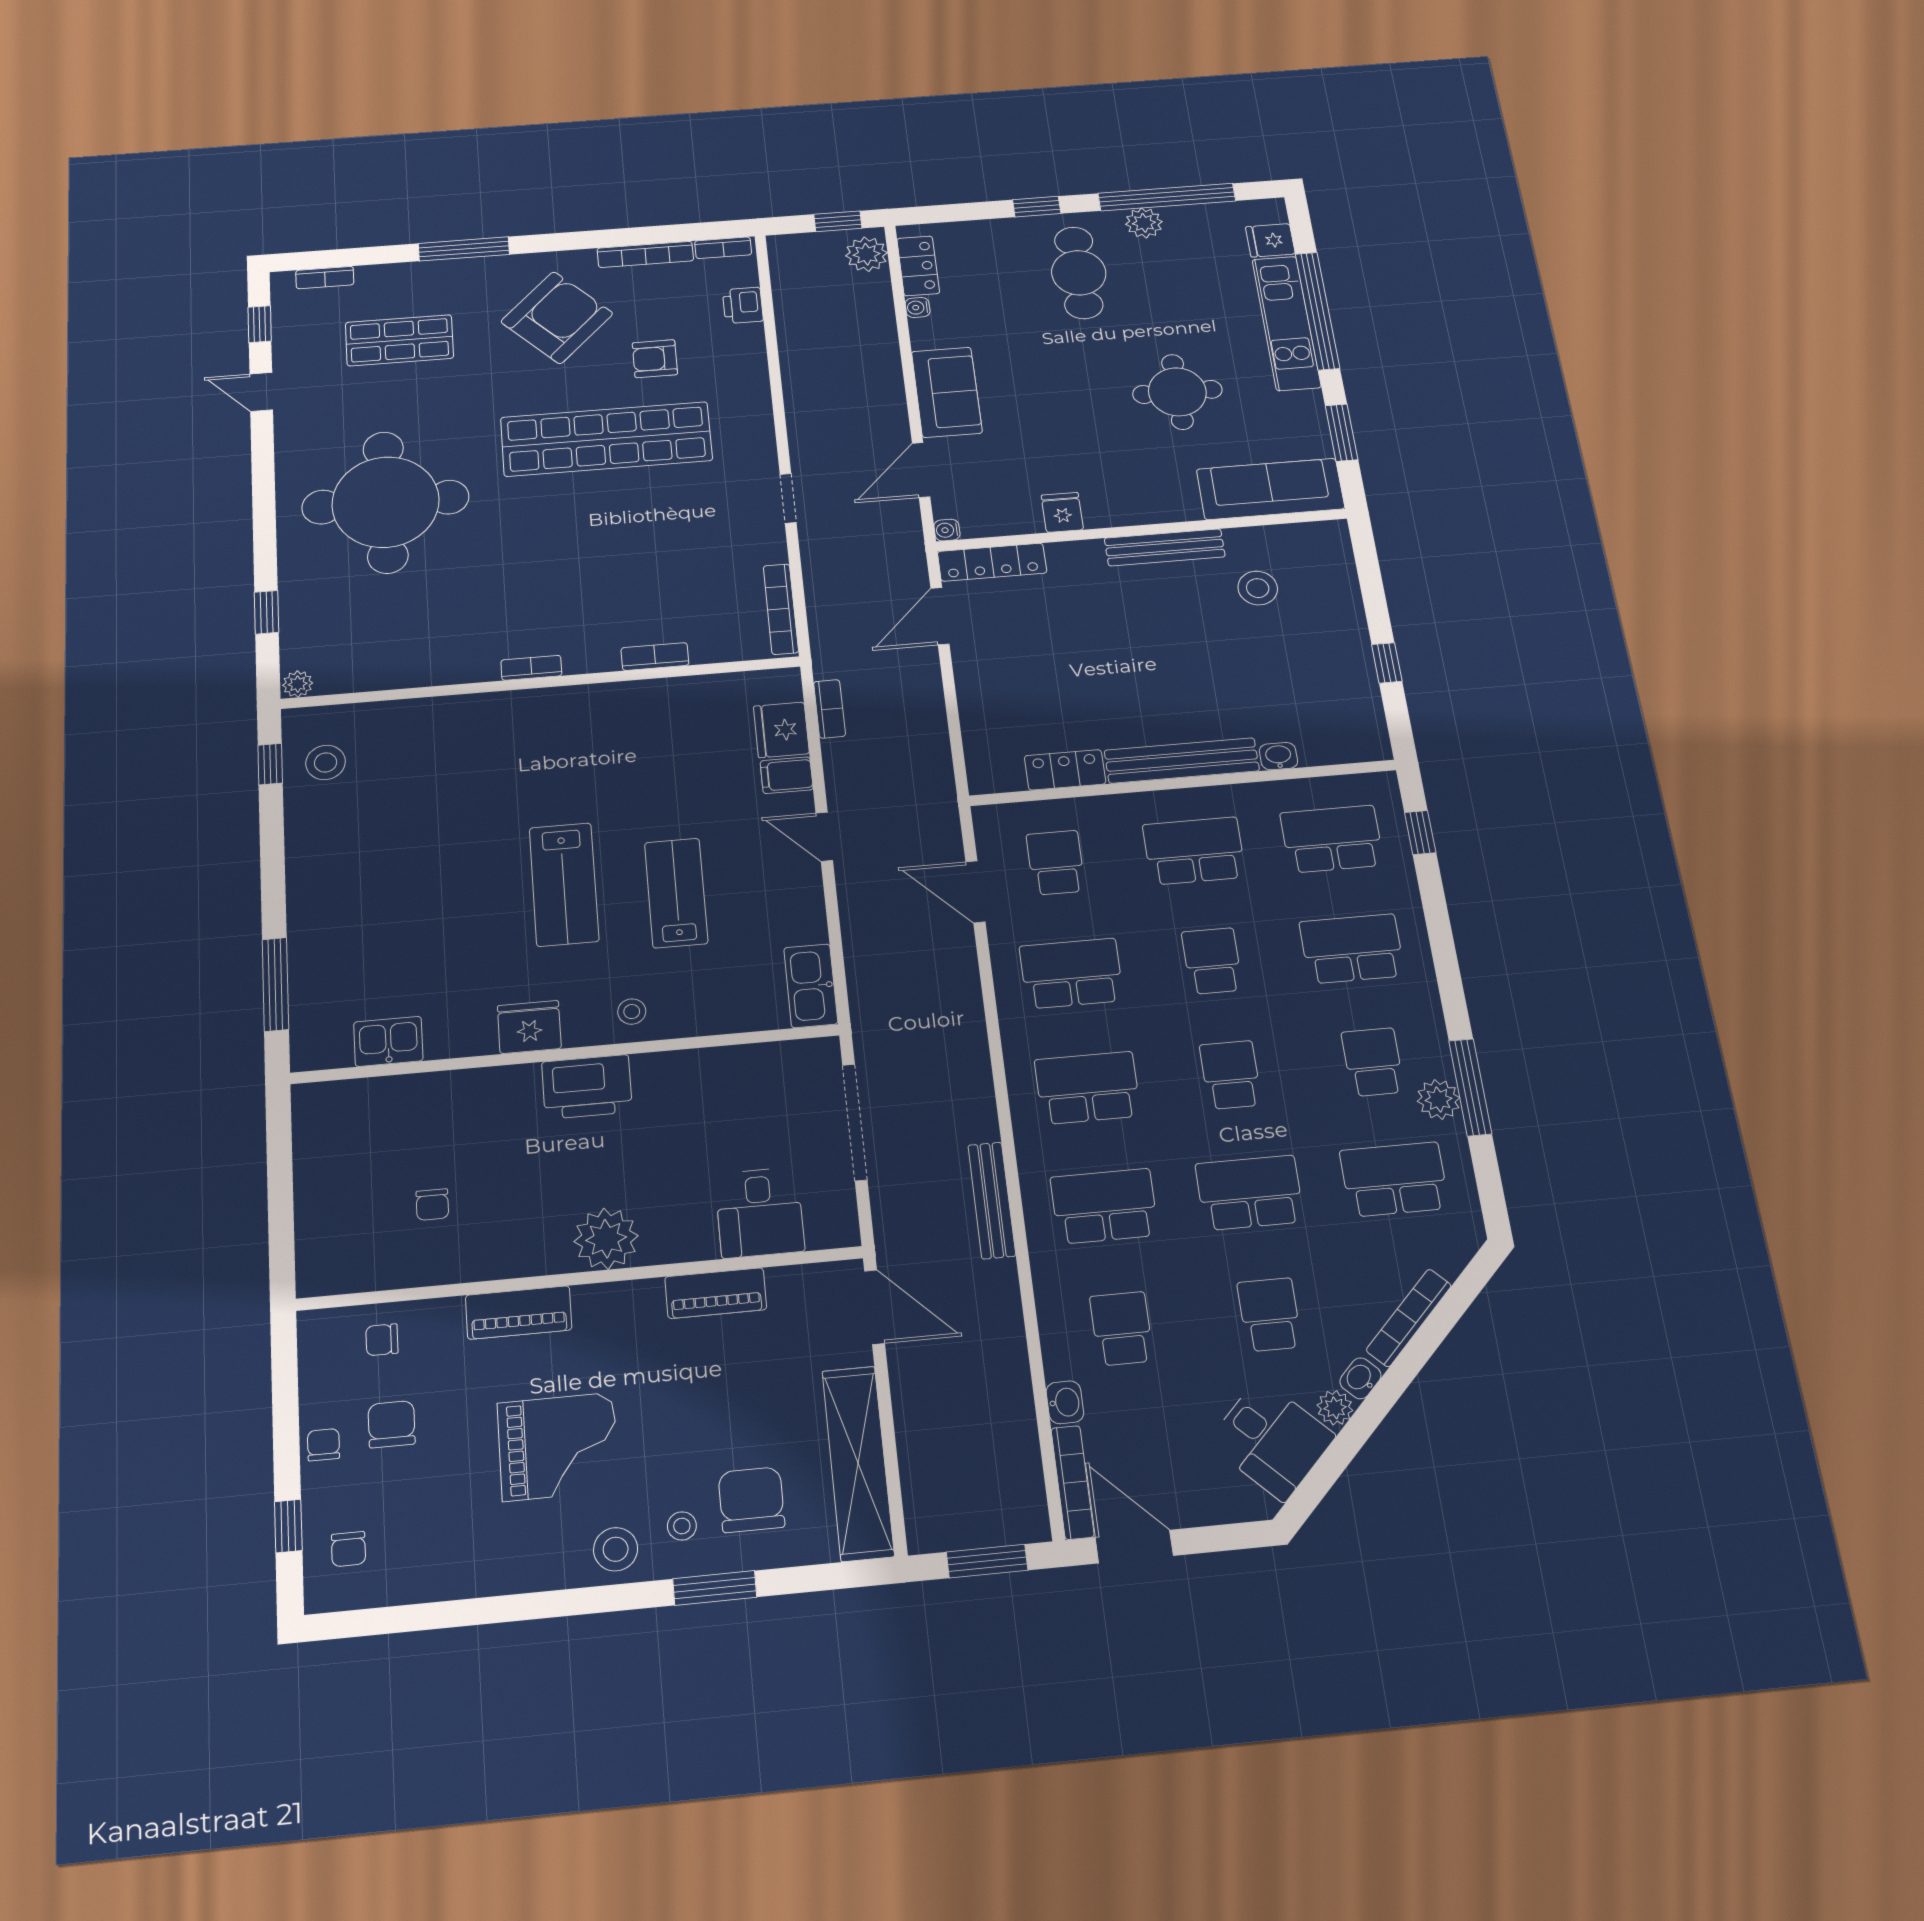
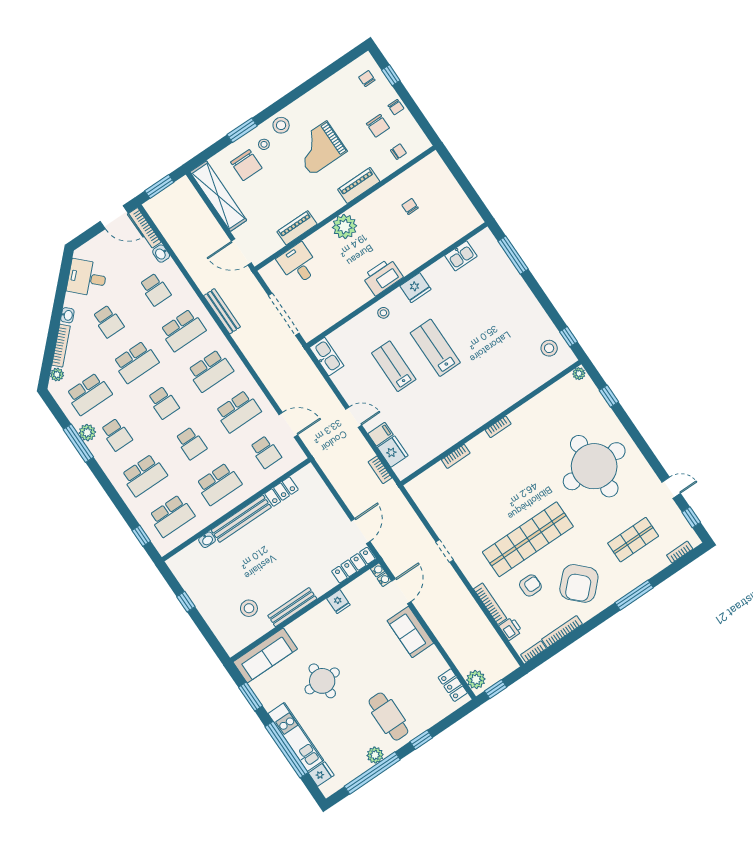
water cooler: (918, 307) -> (384, 580), moved
bookcase: (781, 609) -> (490, 604), moved
lab bench: (676, 893) -> (394, 366), turned 180
plant: (1335, 1408) -> (57, 375), moved

